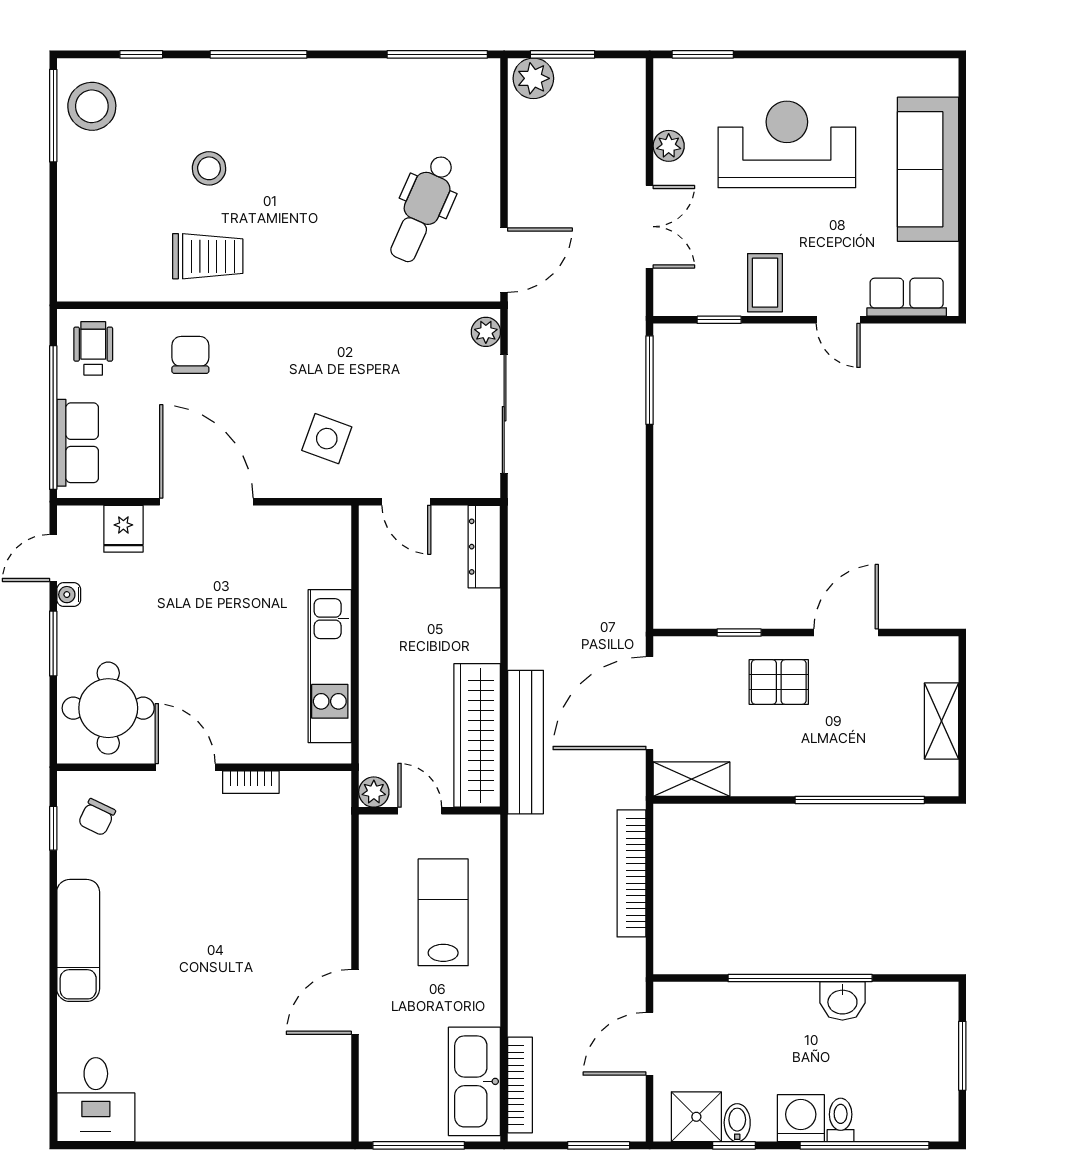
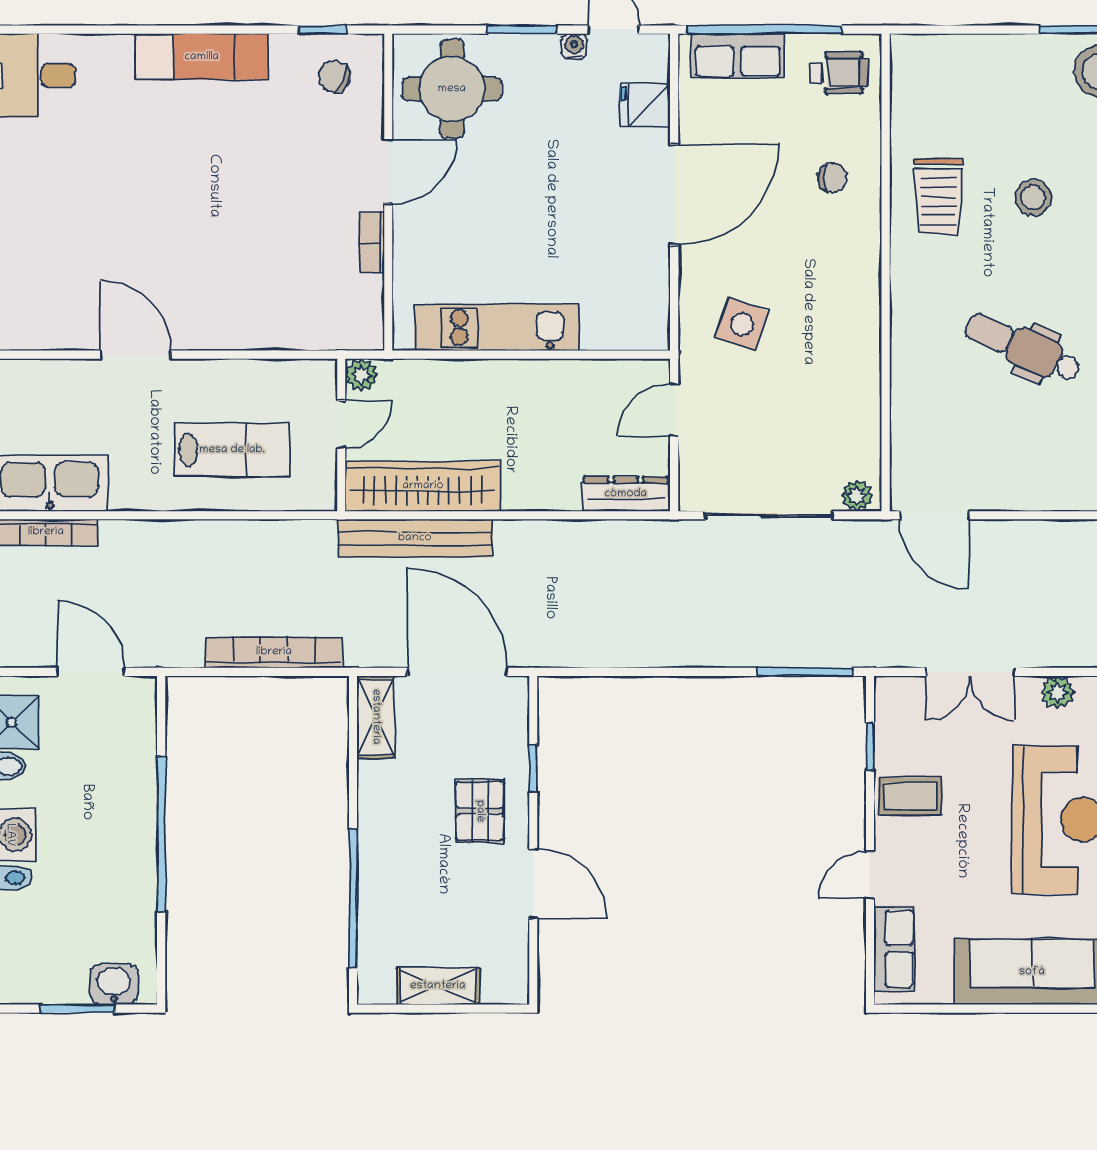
dental chair: (423, 208) -> (1023, 348), moved
chair: (190, 355) -> (832, 177), width x0.73, depth x0.73
washbasin: (842, 1001) -> (114, 984), moved, turned 90

